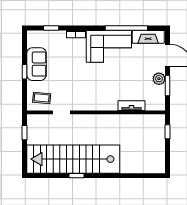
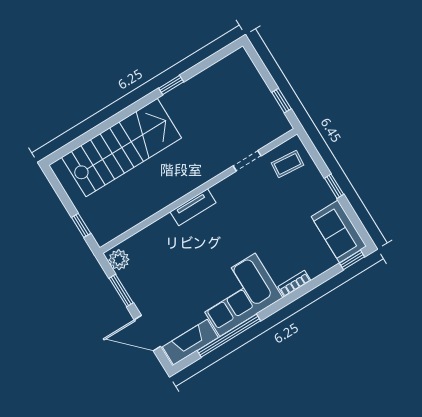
window: (51, 28) -> (352, 260), moved
sofa: (37, 64) -> (339, 231), moved
plant: (159, 79) -> (119, 260), moved
tv unit: (131, 106) -> (193, 207), moved
stairs: (73, 159) -> (122, 148), moved, width x0.73

